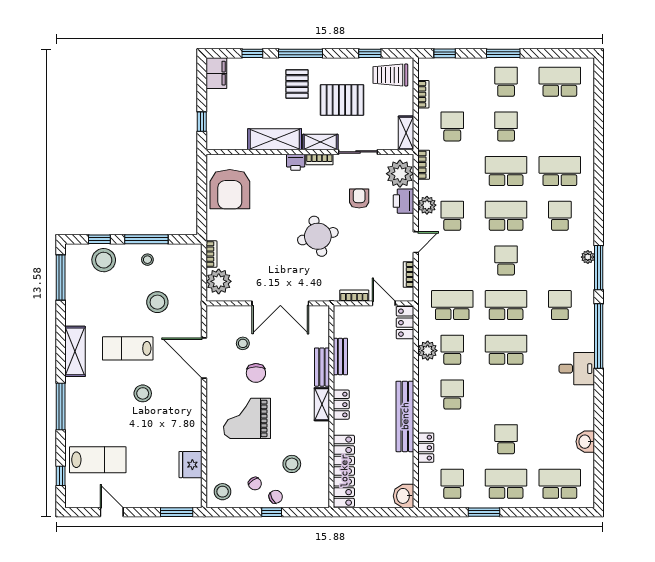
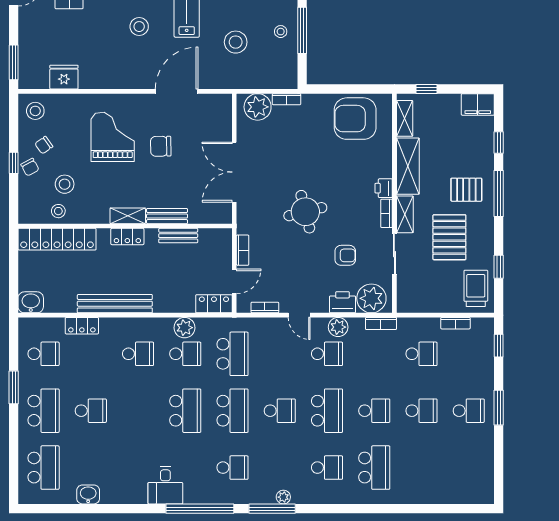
school desk: (560, 82) -> (469, 468), removed
shelving: (406, 133) -> (405, 118), moved, turned 90
school desk: (506, 171) -> (374, 411), width x0.54
stool: (243, 343) -> (58, 211), moved

